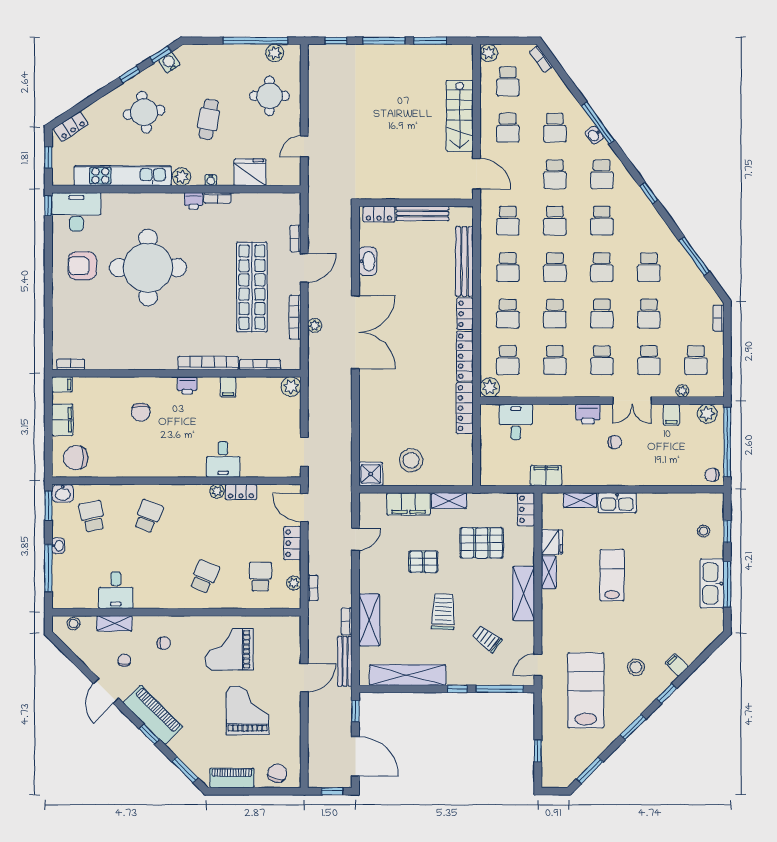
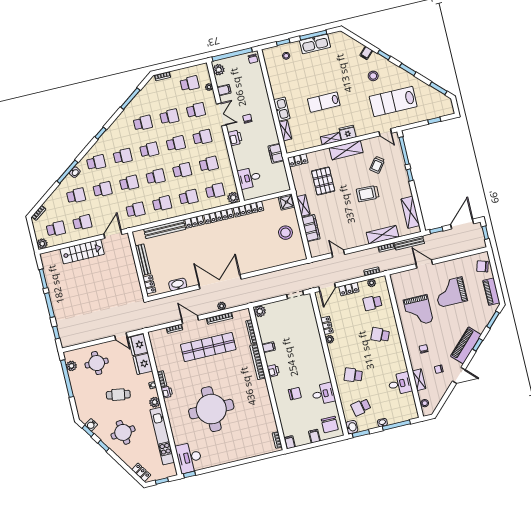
fridge: (283, 172) -> (138, 345), added
armchair: (82, 266) -> (219, 447), removed
filing cabinet: (62, 420) -> (314, 436), width x0.50
desk: (223, 459) -> (323, 394), moved
shower: (371, 474) -> (287, 202), moved
fridge: (552, 542) -> (348, 133), moved
pallet: (423, 562) -> (342, 212), removed
shelving: (408, 675) -> (410, 212), width x0.68

